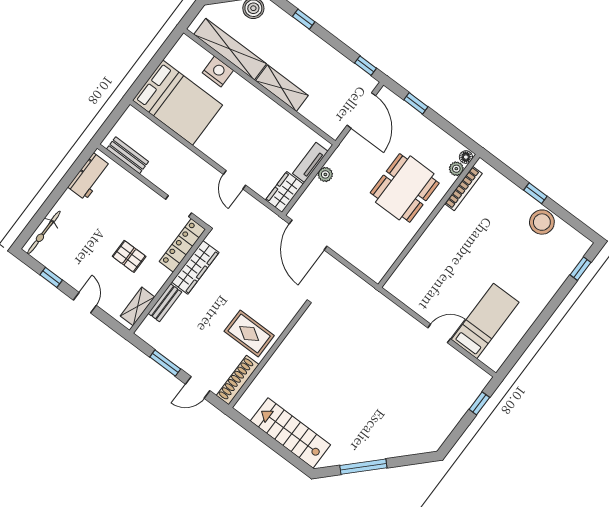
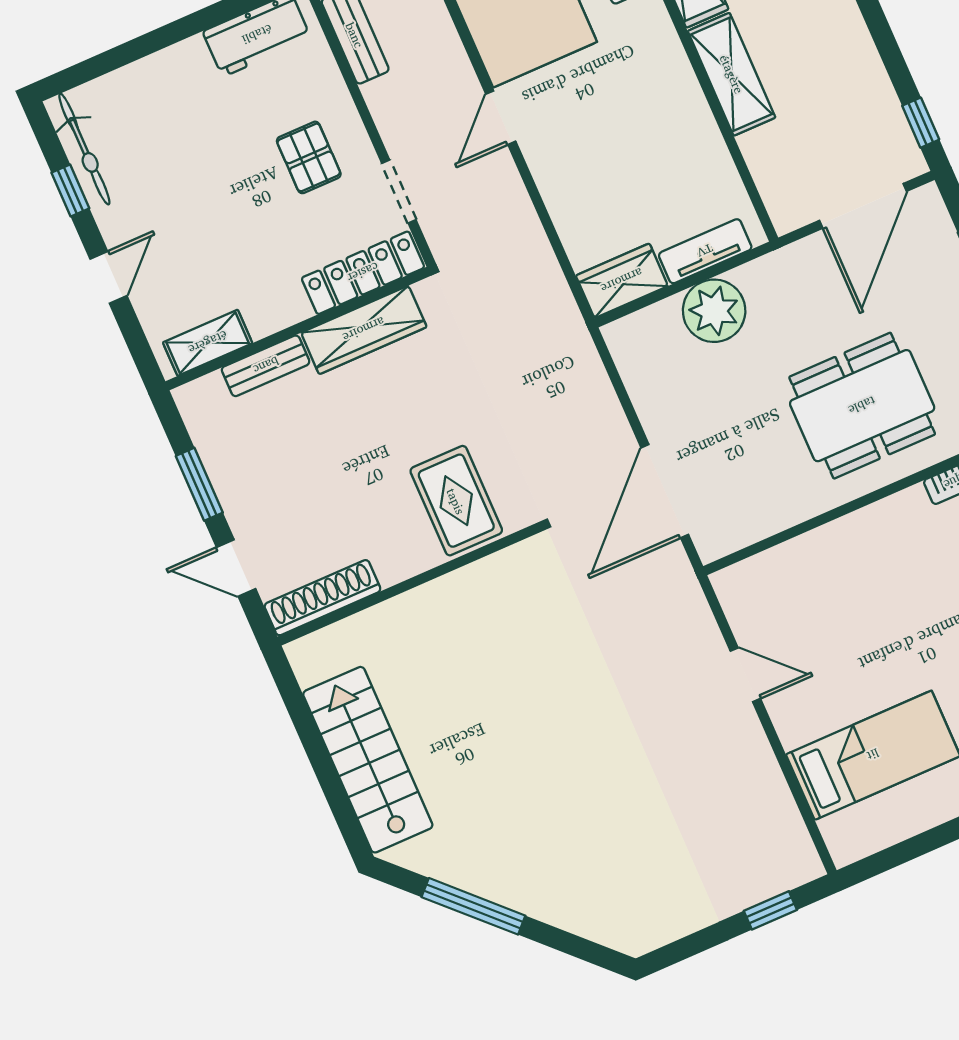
plant: (325, 174) -> (714, 311), width x1.87, depth x1.87
door: (234, 180) -> (501, 118), moved
bicycle: (44, 233) -> (84, 149), moved, turned -90
door: (308, 235) -> (665, 491), moved
pallet: (129, 256) -> (309, 157), moved
rug: (249, 333) -> (456, 501), moved
door: (439, 333) -> (745, 675), moved

